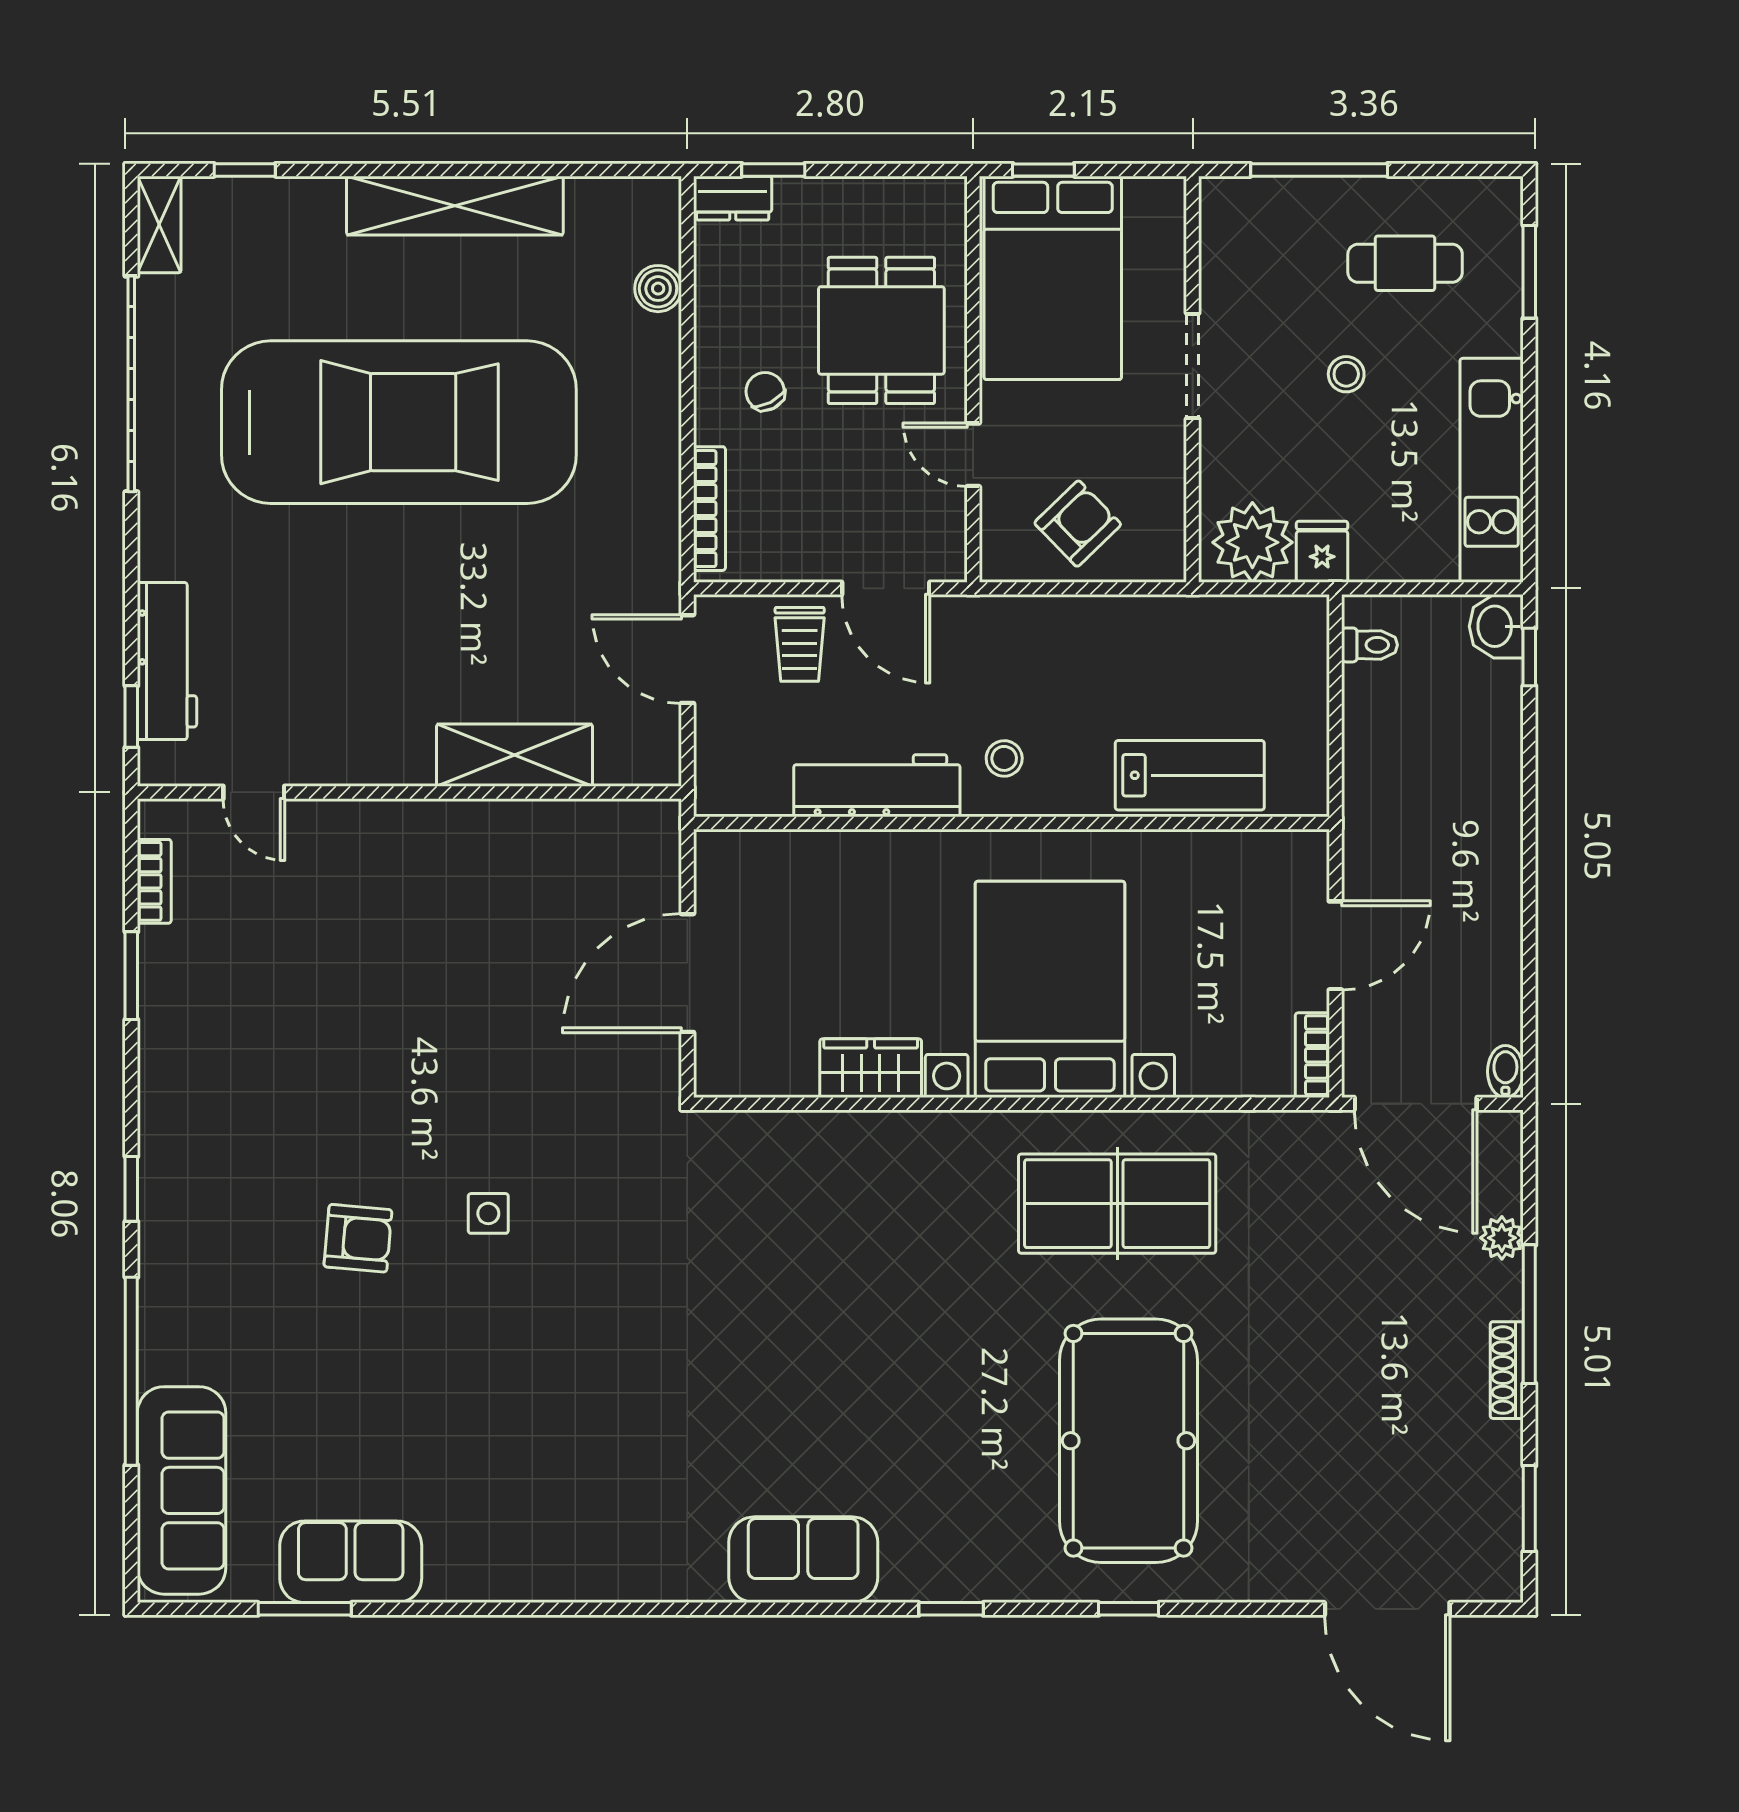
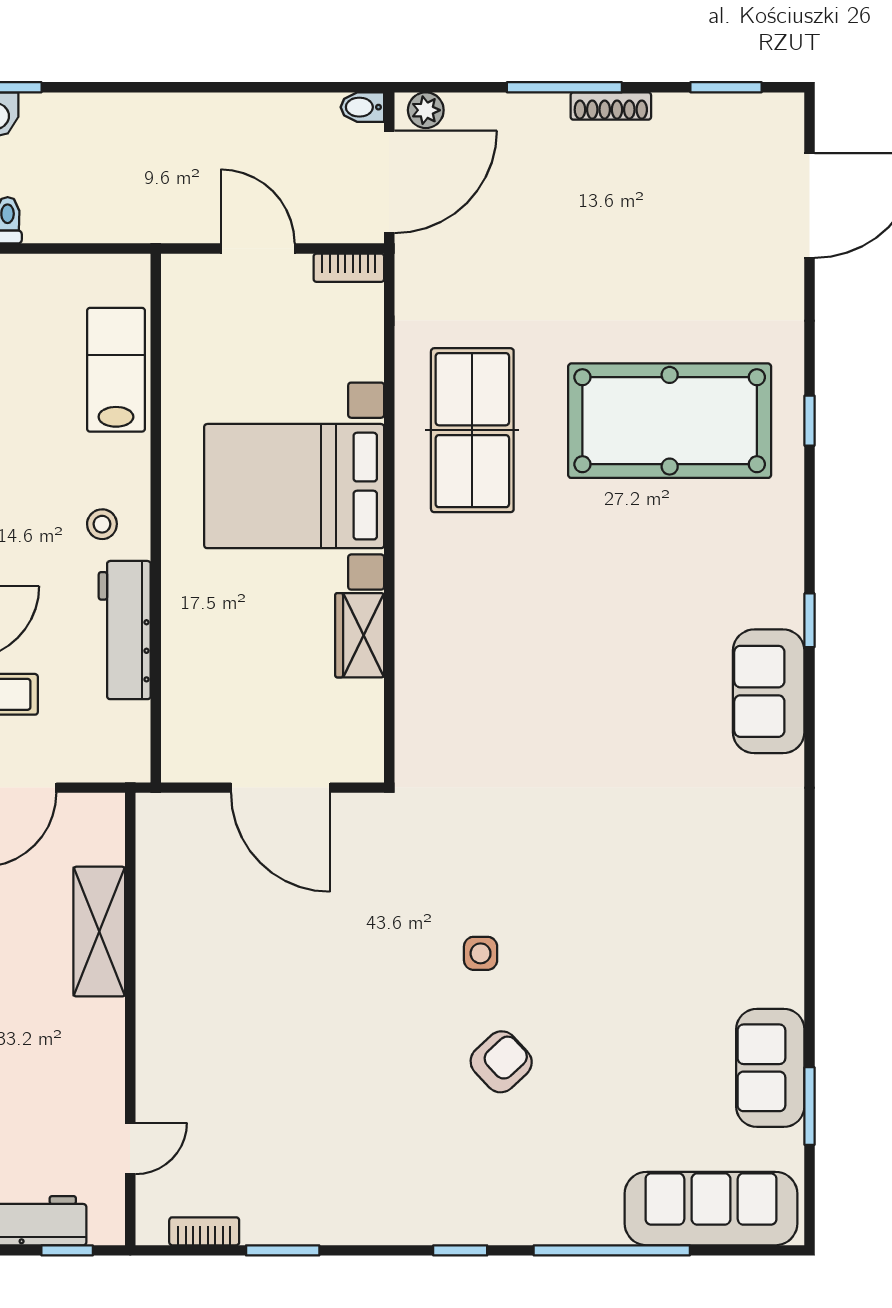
armchair: (358, 1238) -> (501, 1062), turned 42
plant: (1502, 1238) -> (426, 110), moved
window: (951, 1609) -> (809, 620), moved

